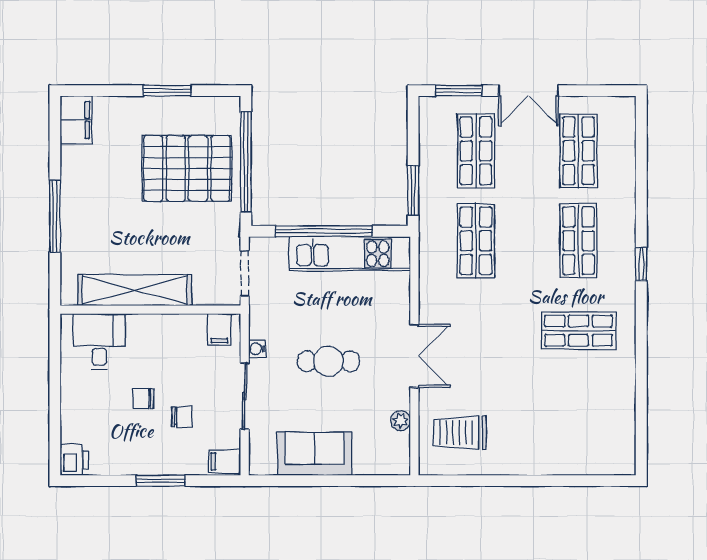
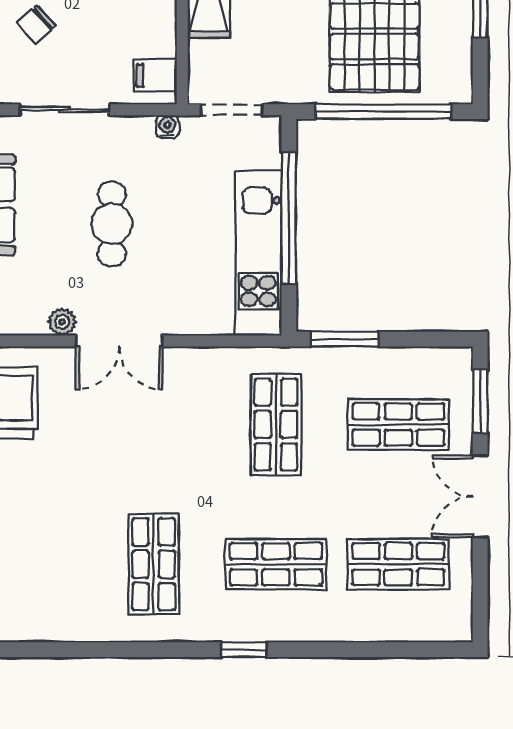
shop shelf: (476, 241) -> (276, 425), turned 90
water cooler: (257, 349) -> (167, 127), moved
chair: (182, 417) -> (37, 24), turned 48
plant: (401, 420) -> (62, 322), moved

